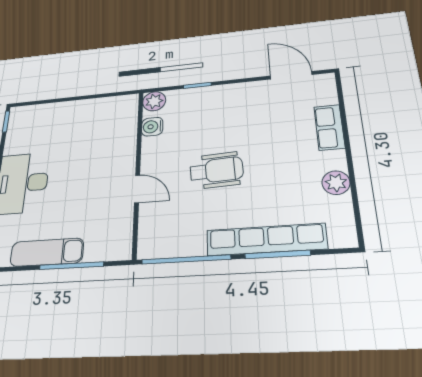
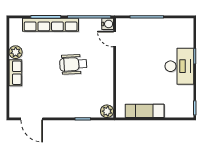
water cooler: (152, 127) -> (108, 24), moved
row of seats: (329, 127) -> (15, 73), moved
door: (137, 189) -> (115, 39), moved
exam couch: (47, 252) -> (145, 111), moved, turned 180

